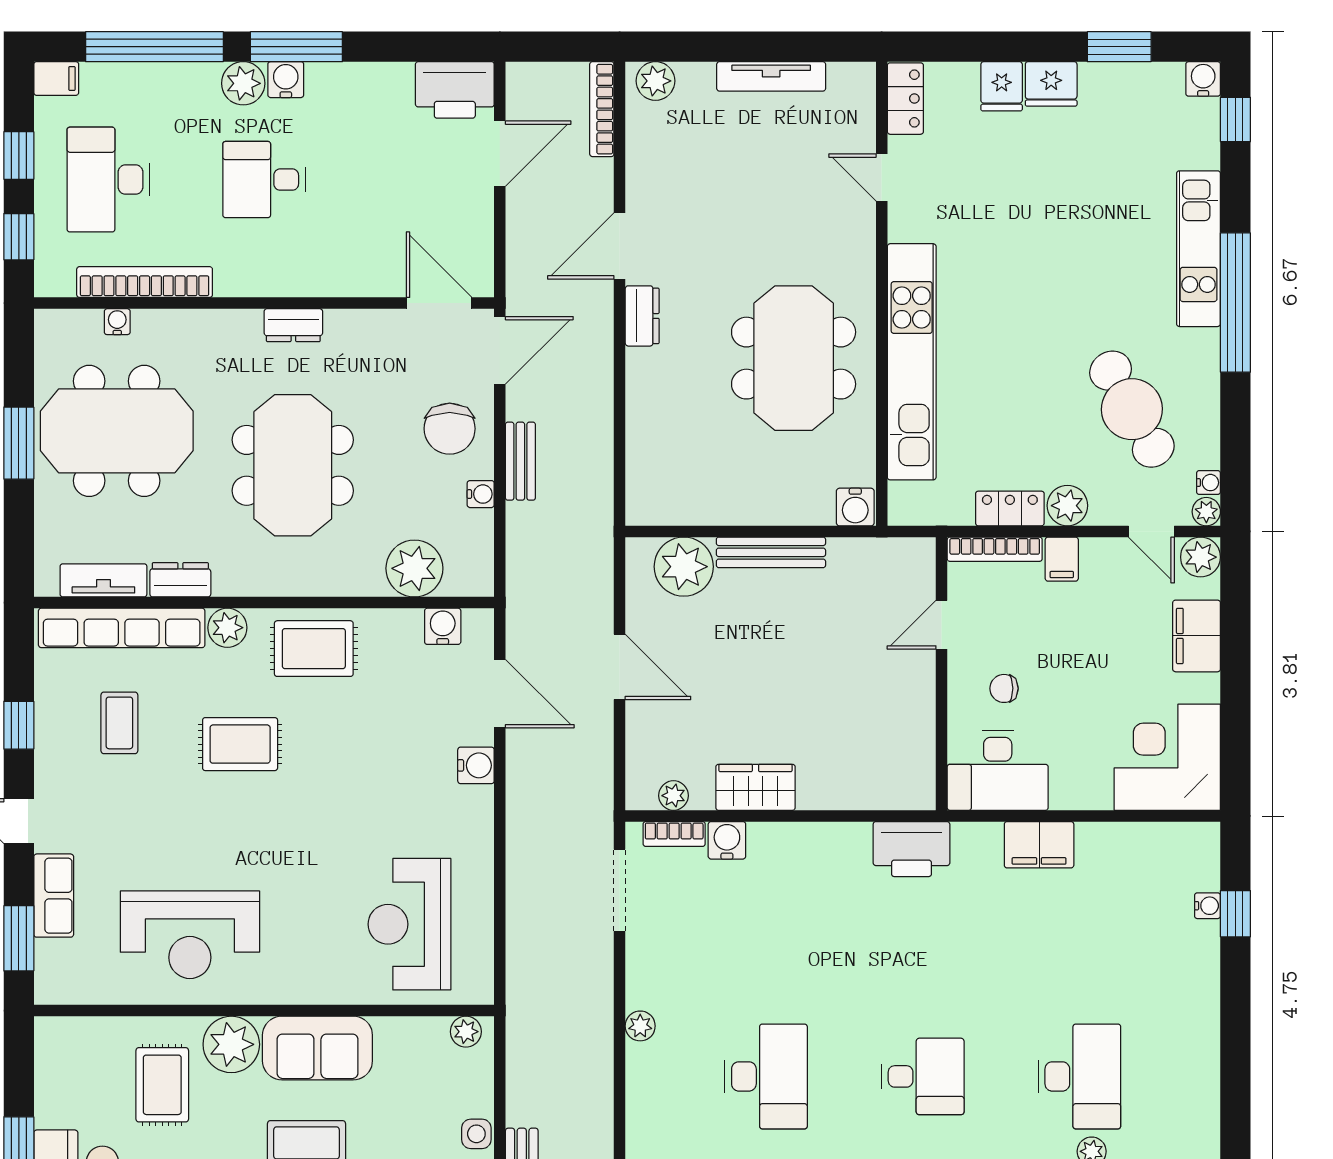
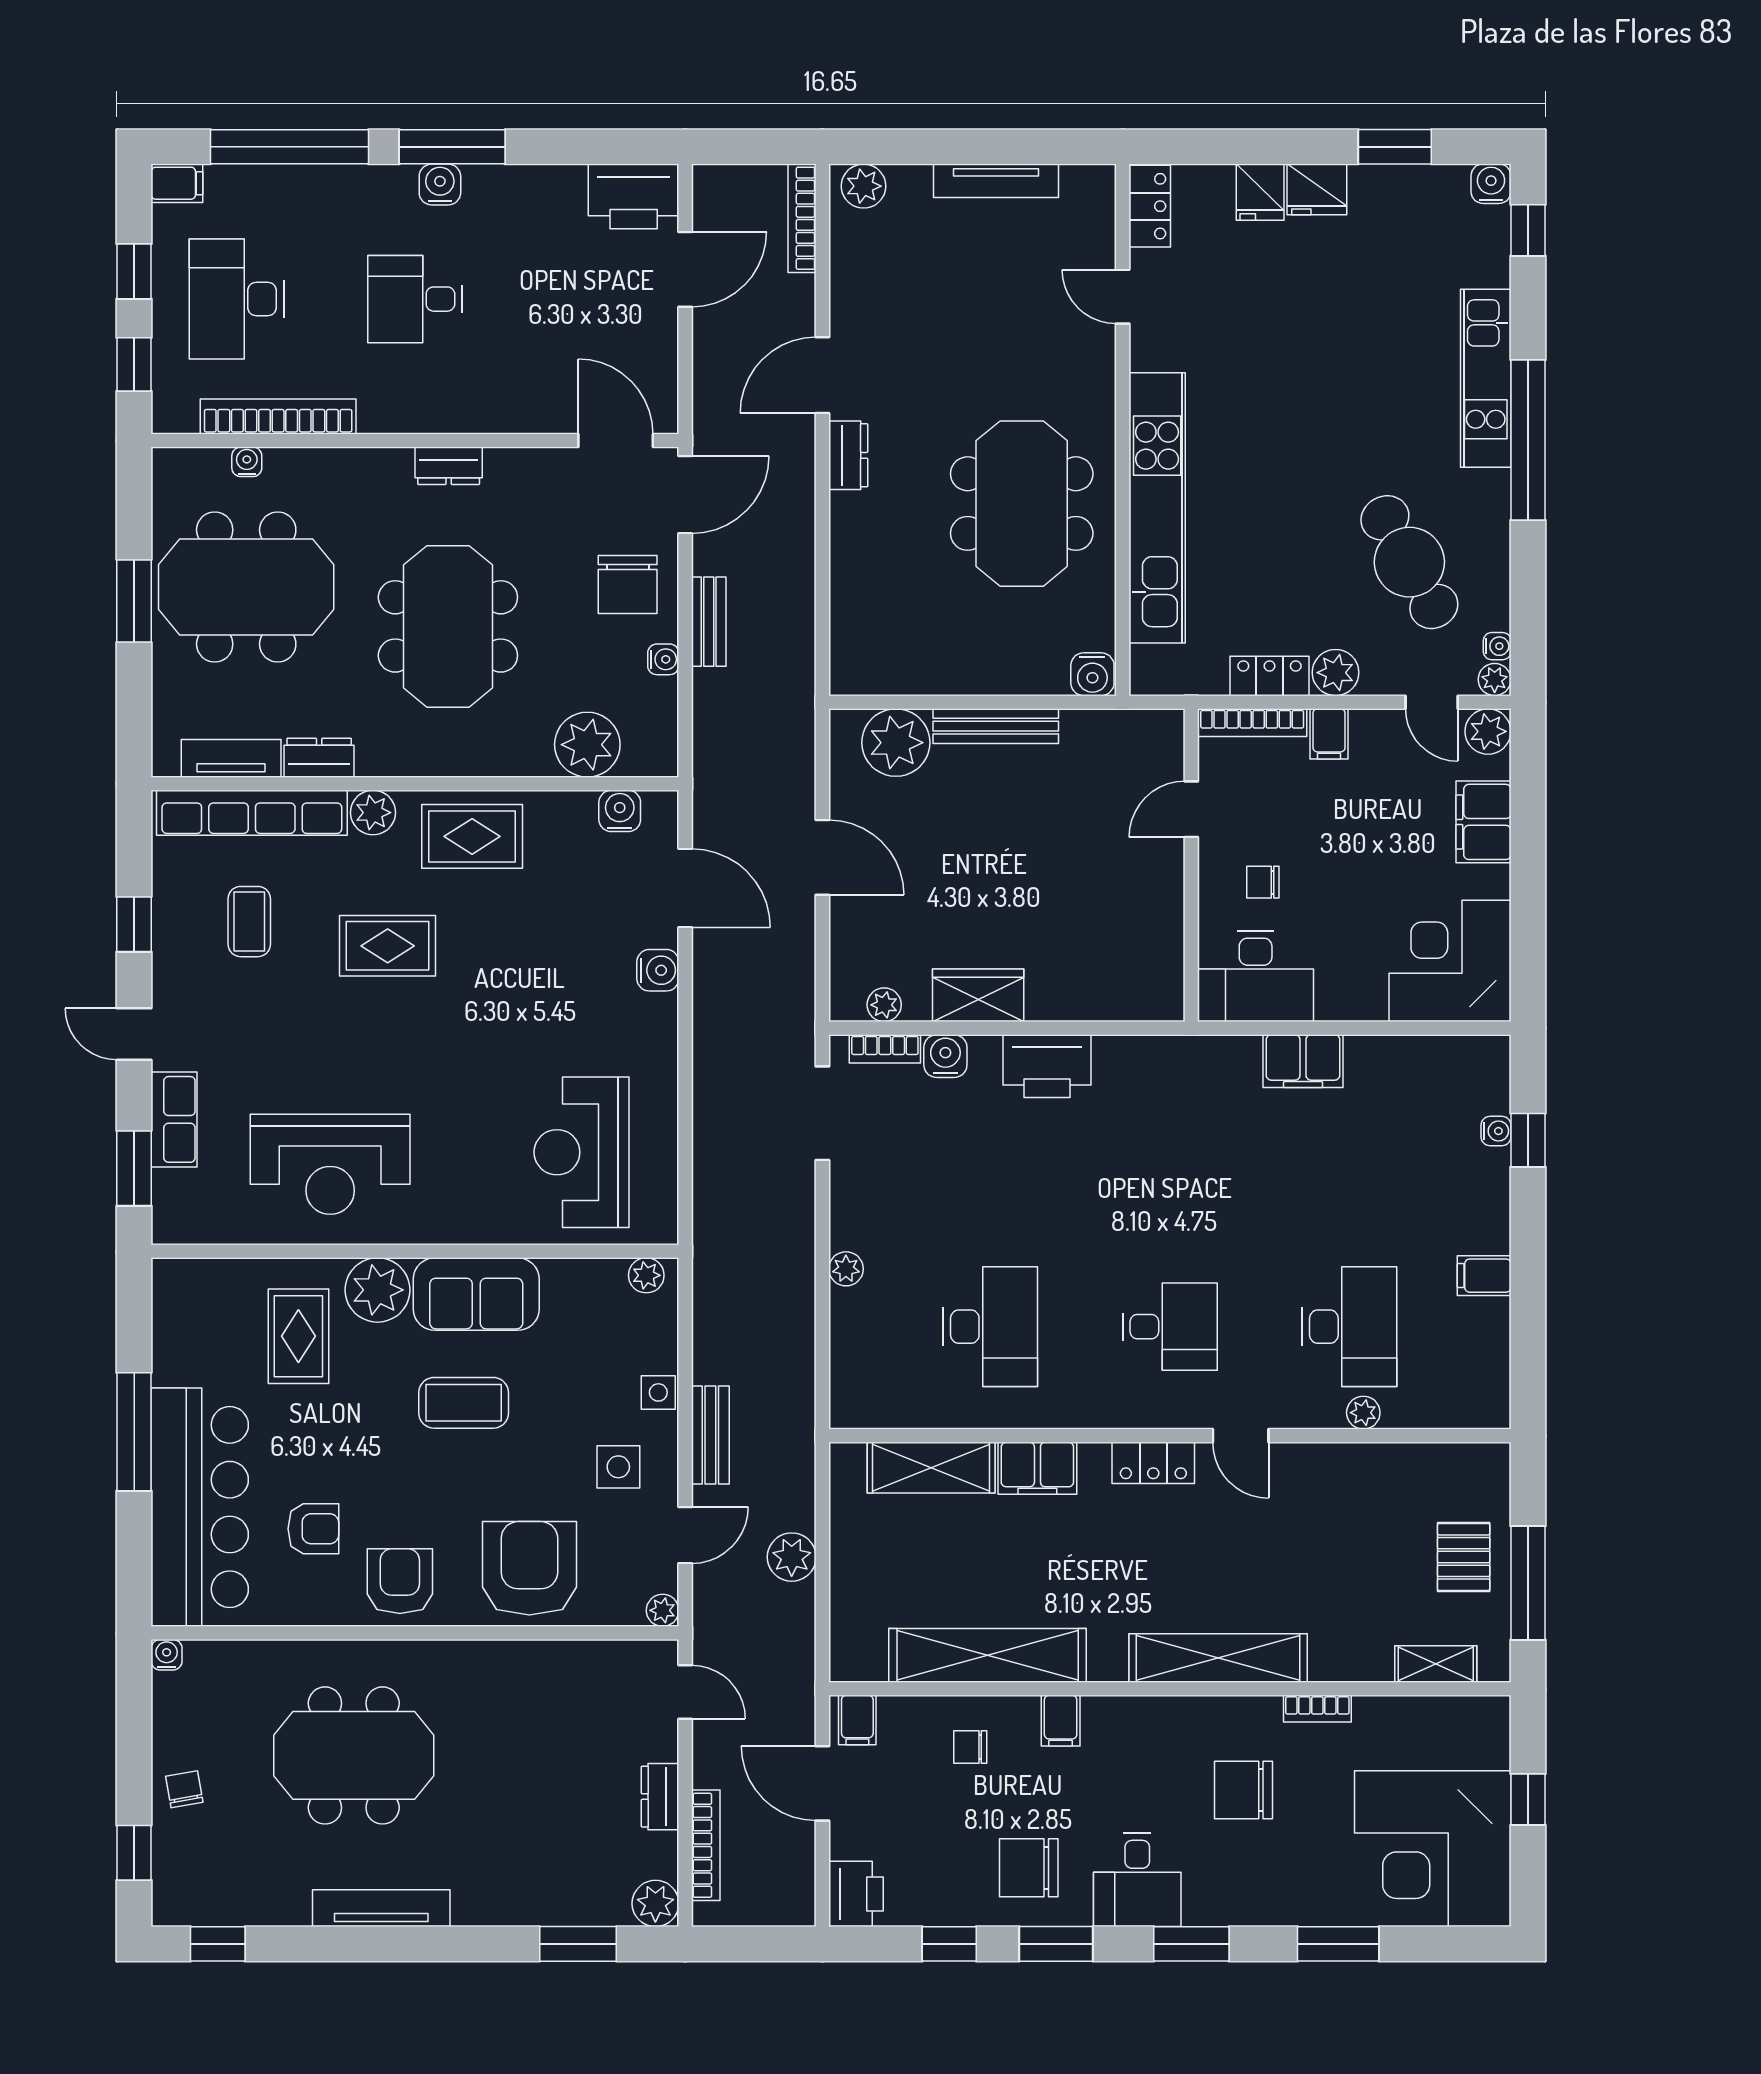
plant: (243, 83) -> (391, 189), removed
printer: (911, 849) -> (1047, 1066), moved
filing cabinet: (1197, 1032) -> (1484, 1276), added

